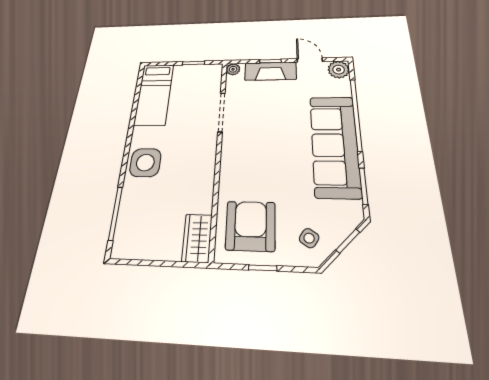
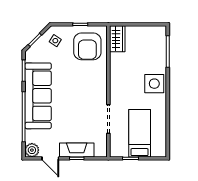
plant: (233, 69) -> (102, 152), removed
bed: (154, 94) -> (140, 133), moved

